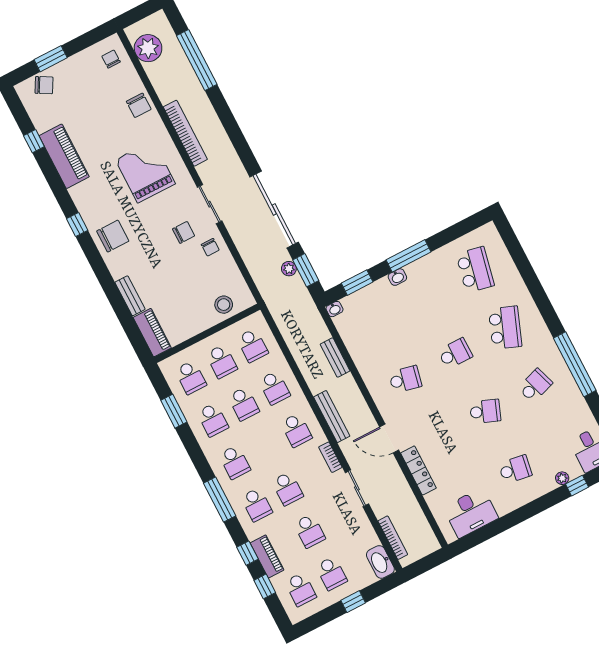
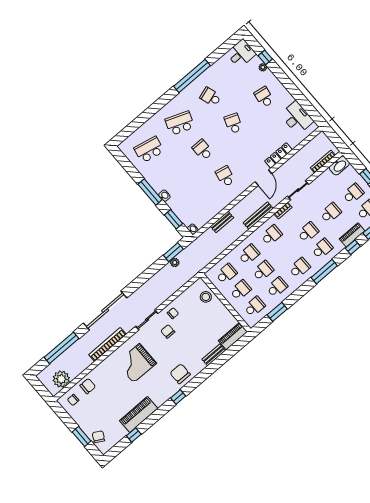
chair: (139, 105) -> (88, 386), moved
sliding door: (274, 209) -> (105, 311), moved

